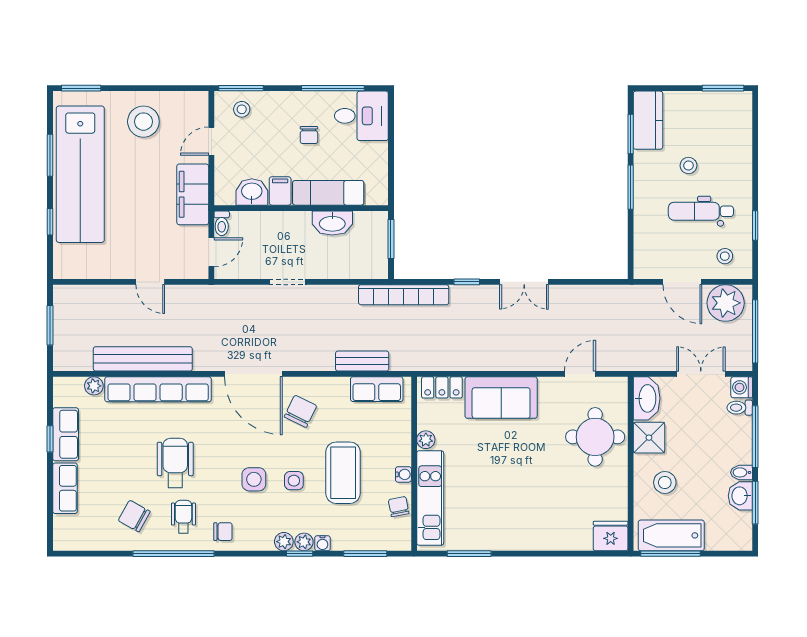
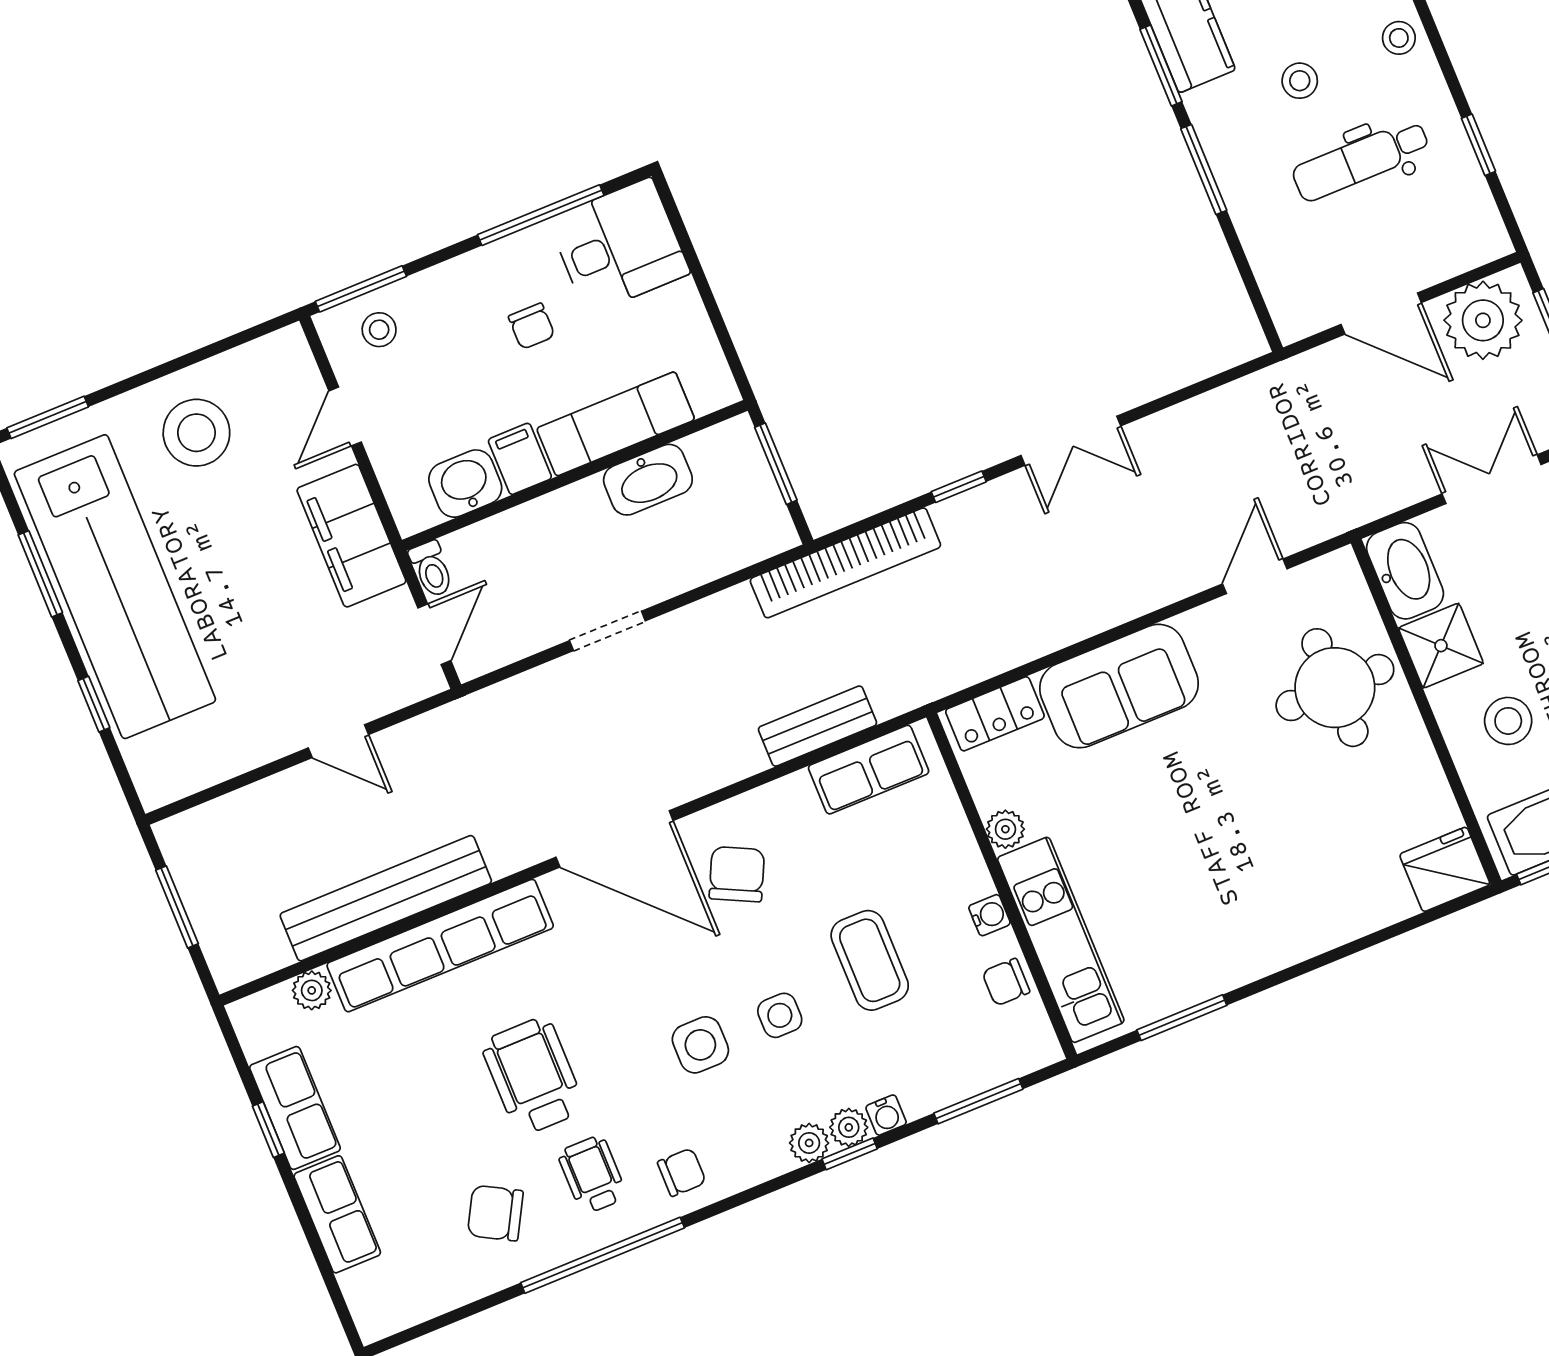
stool: (725, 256) -> (1399, 38), moved
coffee table: (343, 473) -> (870, 960), width x0.73, depth x0.76
chair: (399, 507) -> (1006, 982), turned -79

